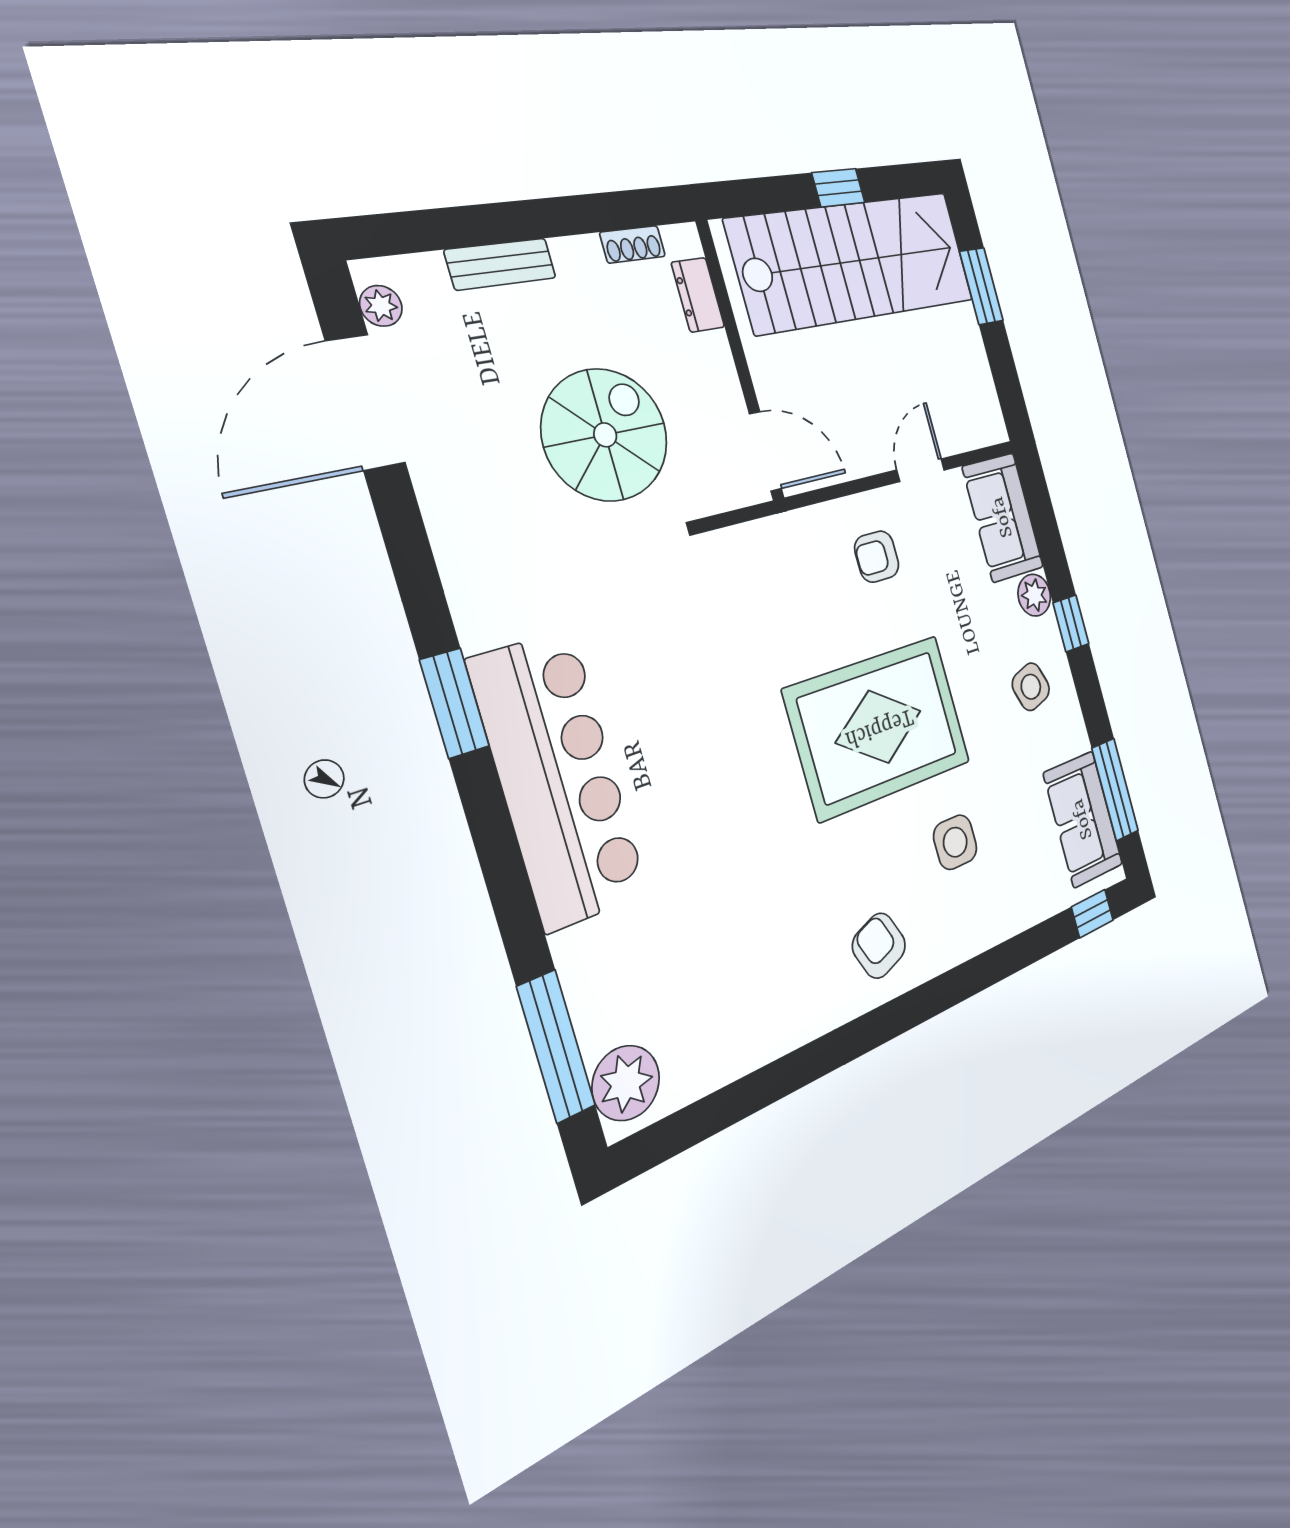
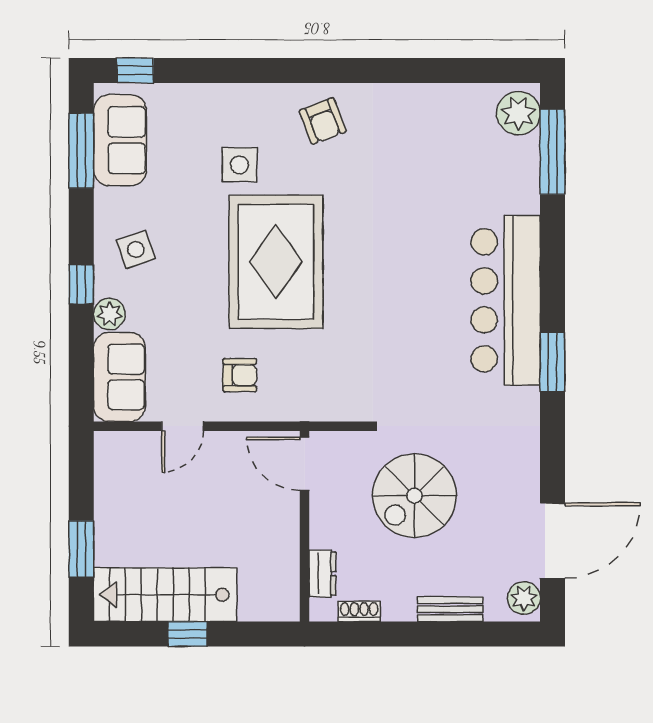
stairs: (854, 261) -> (165, 595), width x0.73, depth x0.66
plant: (381, 306) -> (524, 598), width x1.38, depth x1.38
rug: (879, 727) -> (276, 262), turned 90

